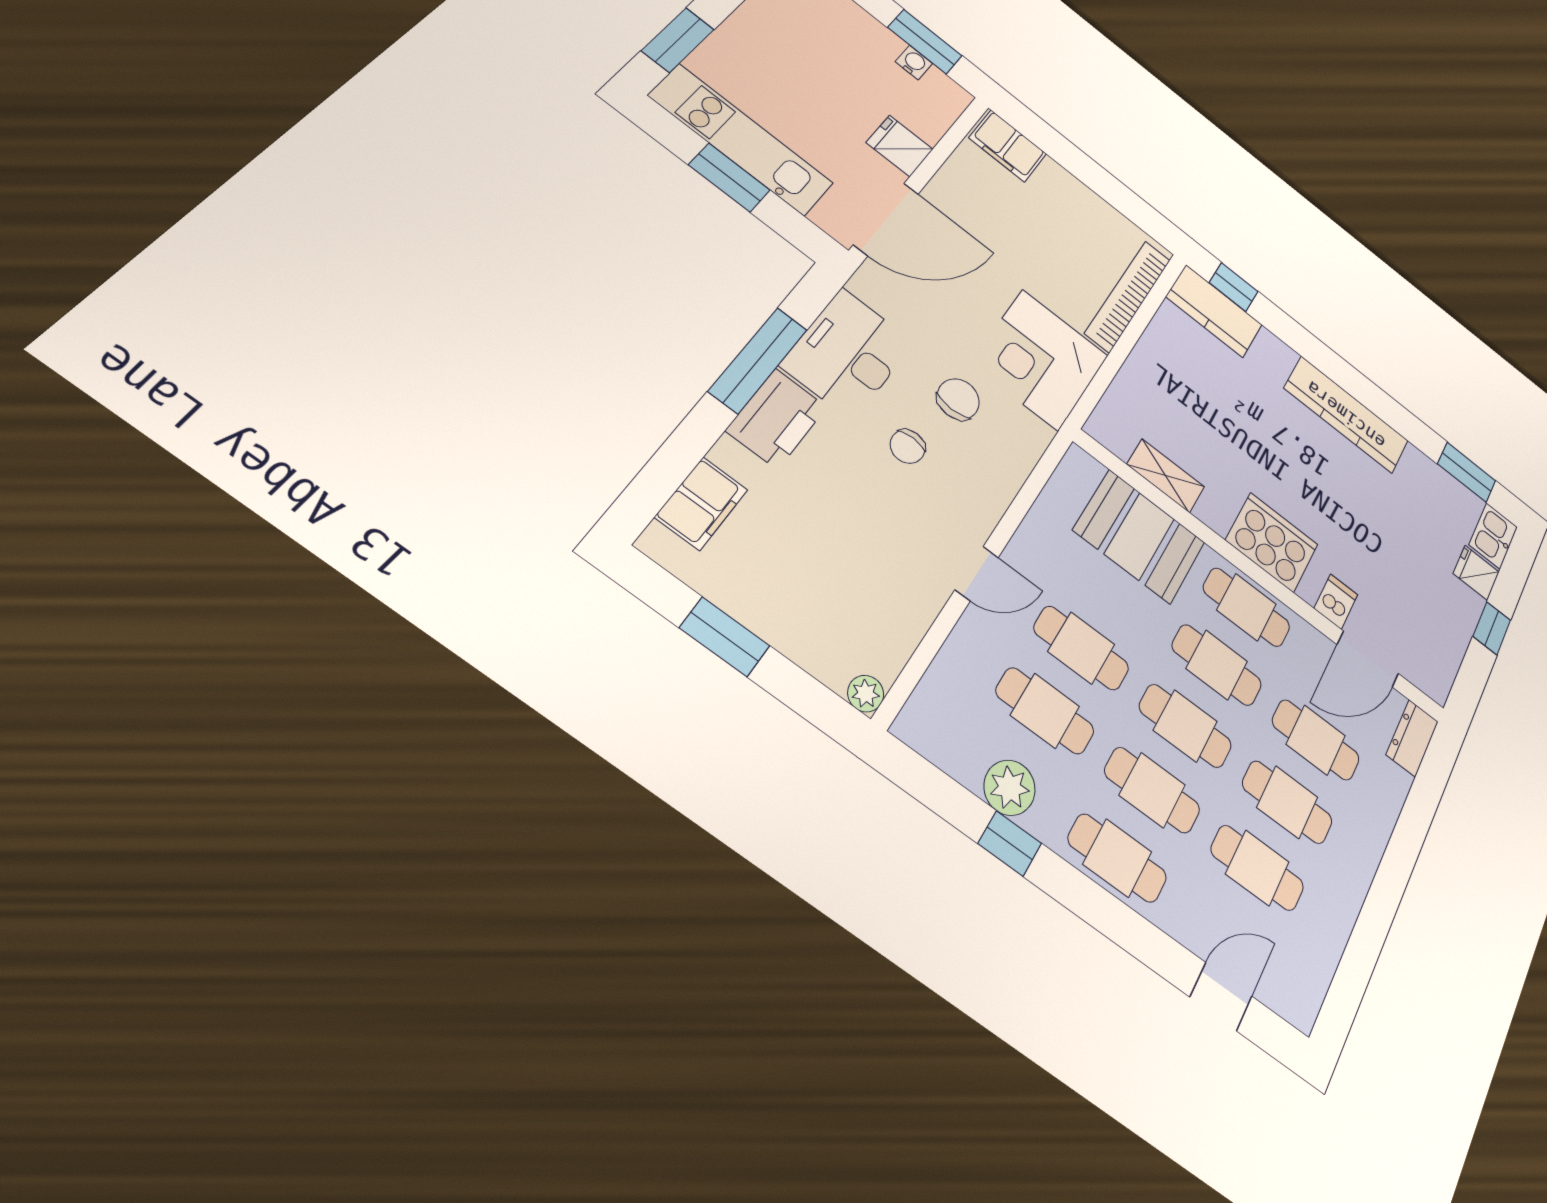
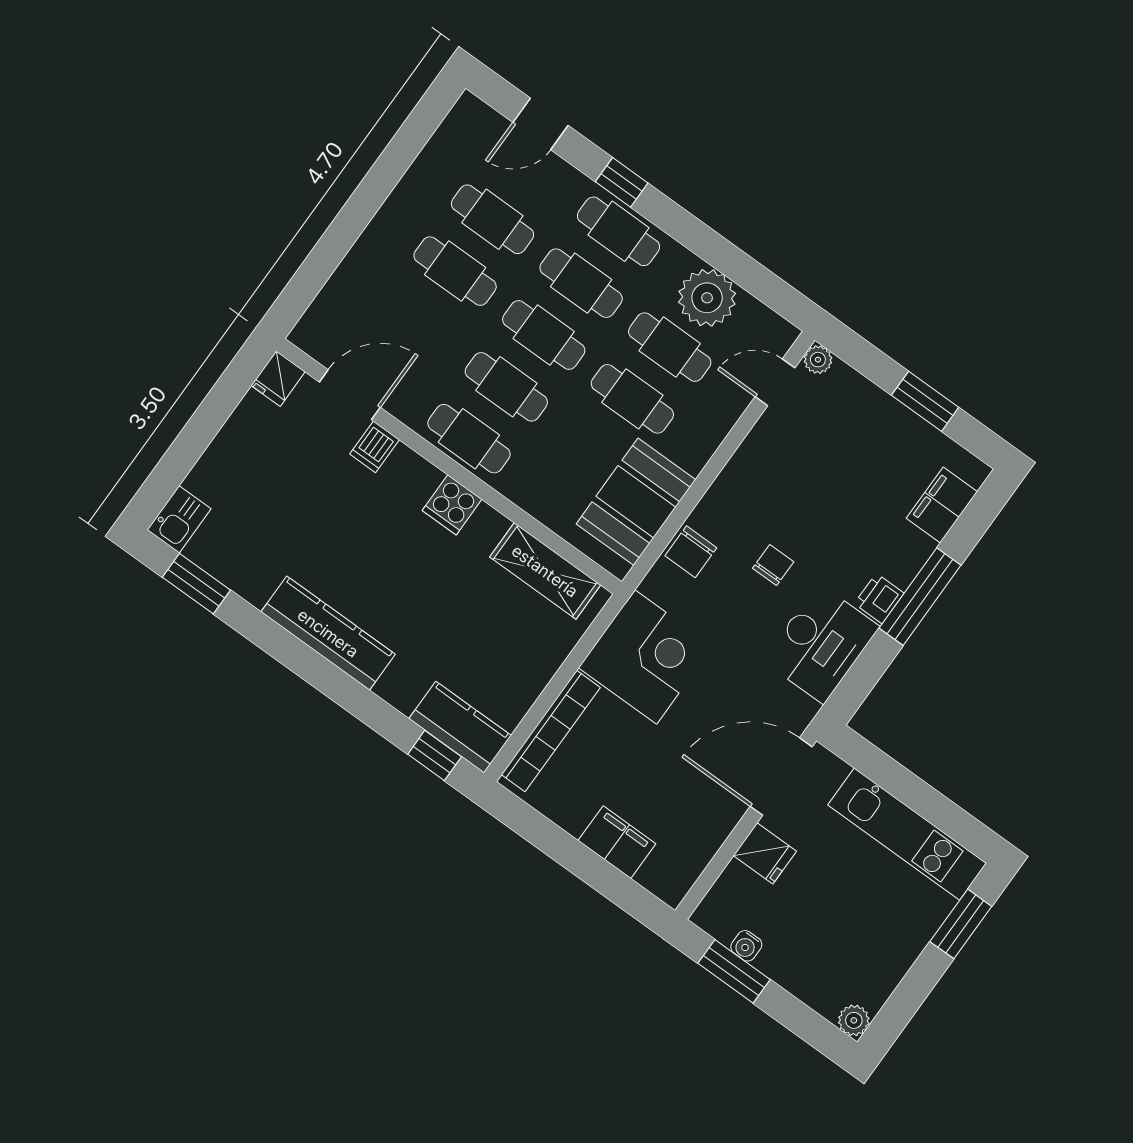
filing cabinet: (1008, 146) -> (617, 842), moved
window: (729, 178) -> (918, 795), removed
window: (758, 360) -> (920, 597), moved
chair: (958, 399) -> (691, 552), moved
printer: (777, 419) -> (879, 598), width x0.53, depth x0.68
shelving: (1166, 476) -> (545, 571), width x1.50, depth x1.33
booth: (1139, 536) -> (636, 502), moved, turned 90
cooker: (1272, 542) -> (452, 505), width x0.53, depth x0.76
door: (977, 573) -> (775, 382), moved
fridge: (1476, 573) -> (278, 379), moved, turned 90
window: (1492, 628) -> (203, 427), removed
dresser: (1412, 738) -> (316, 324), removed
cafe table: (1316, 740) -> (418, 323), removed
plant: (1010, 788) -> (707, 298), width x1.36, depth x1.36
window: (1010, 843) -> (622, 182), moved

